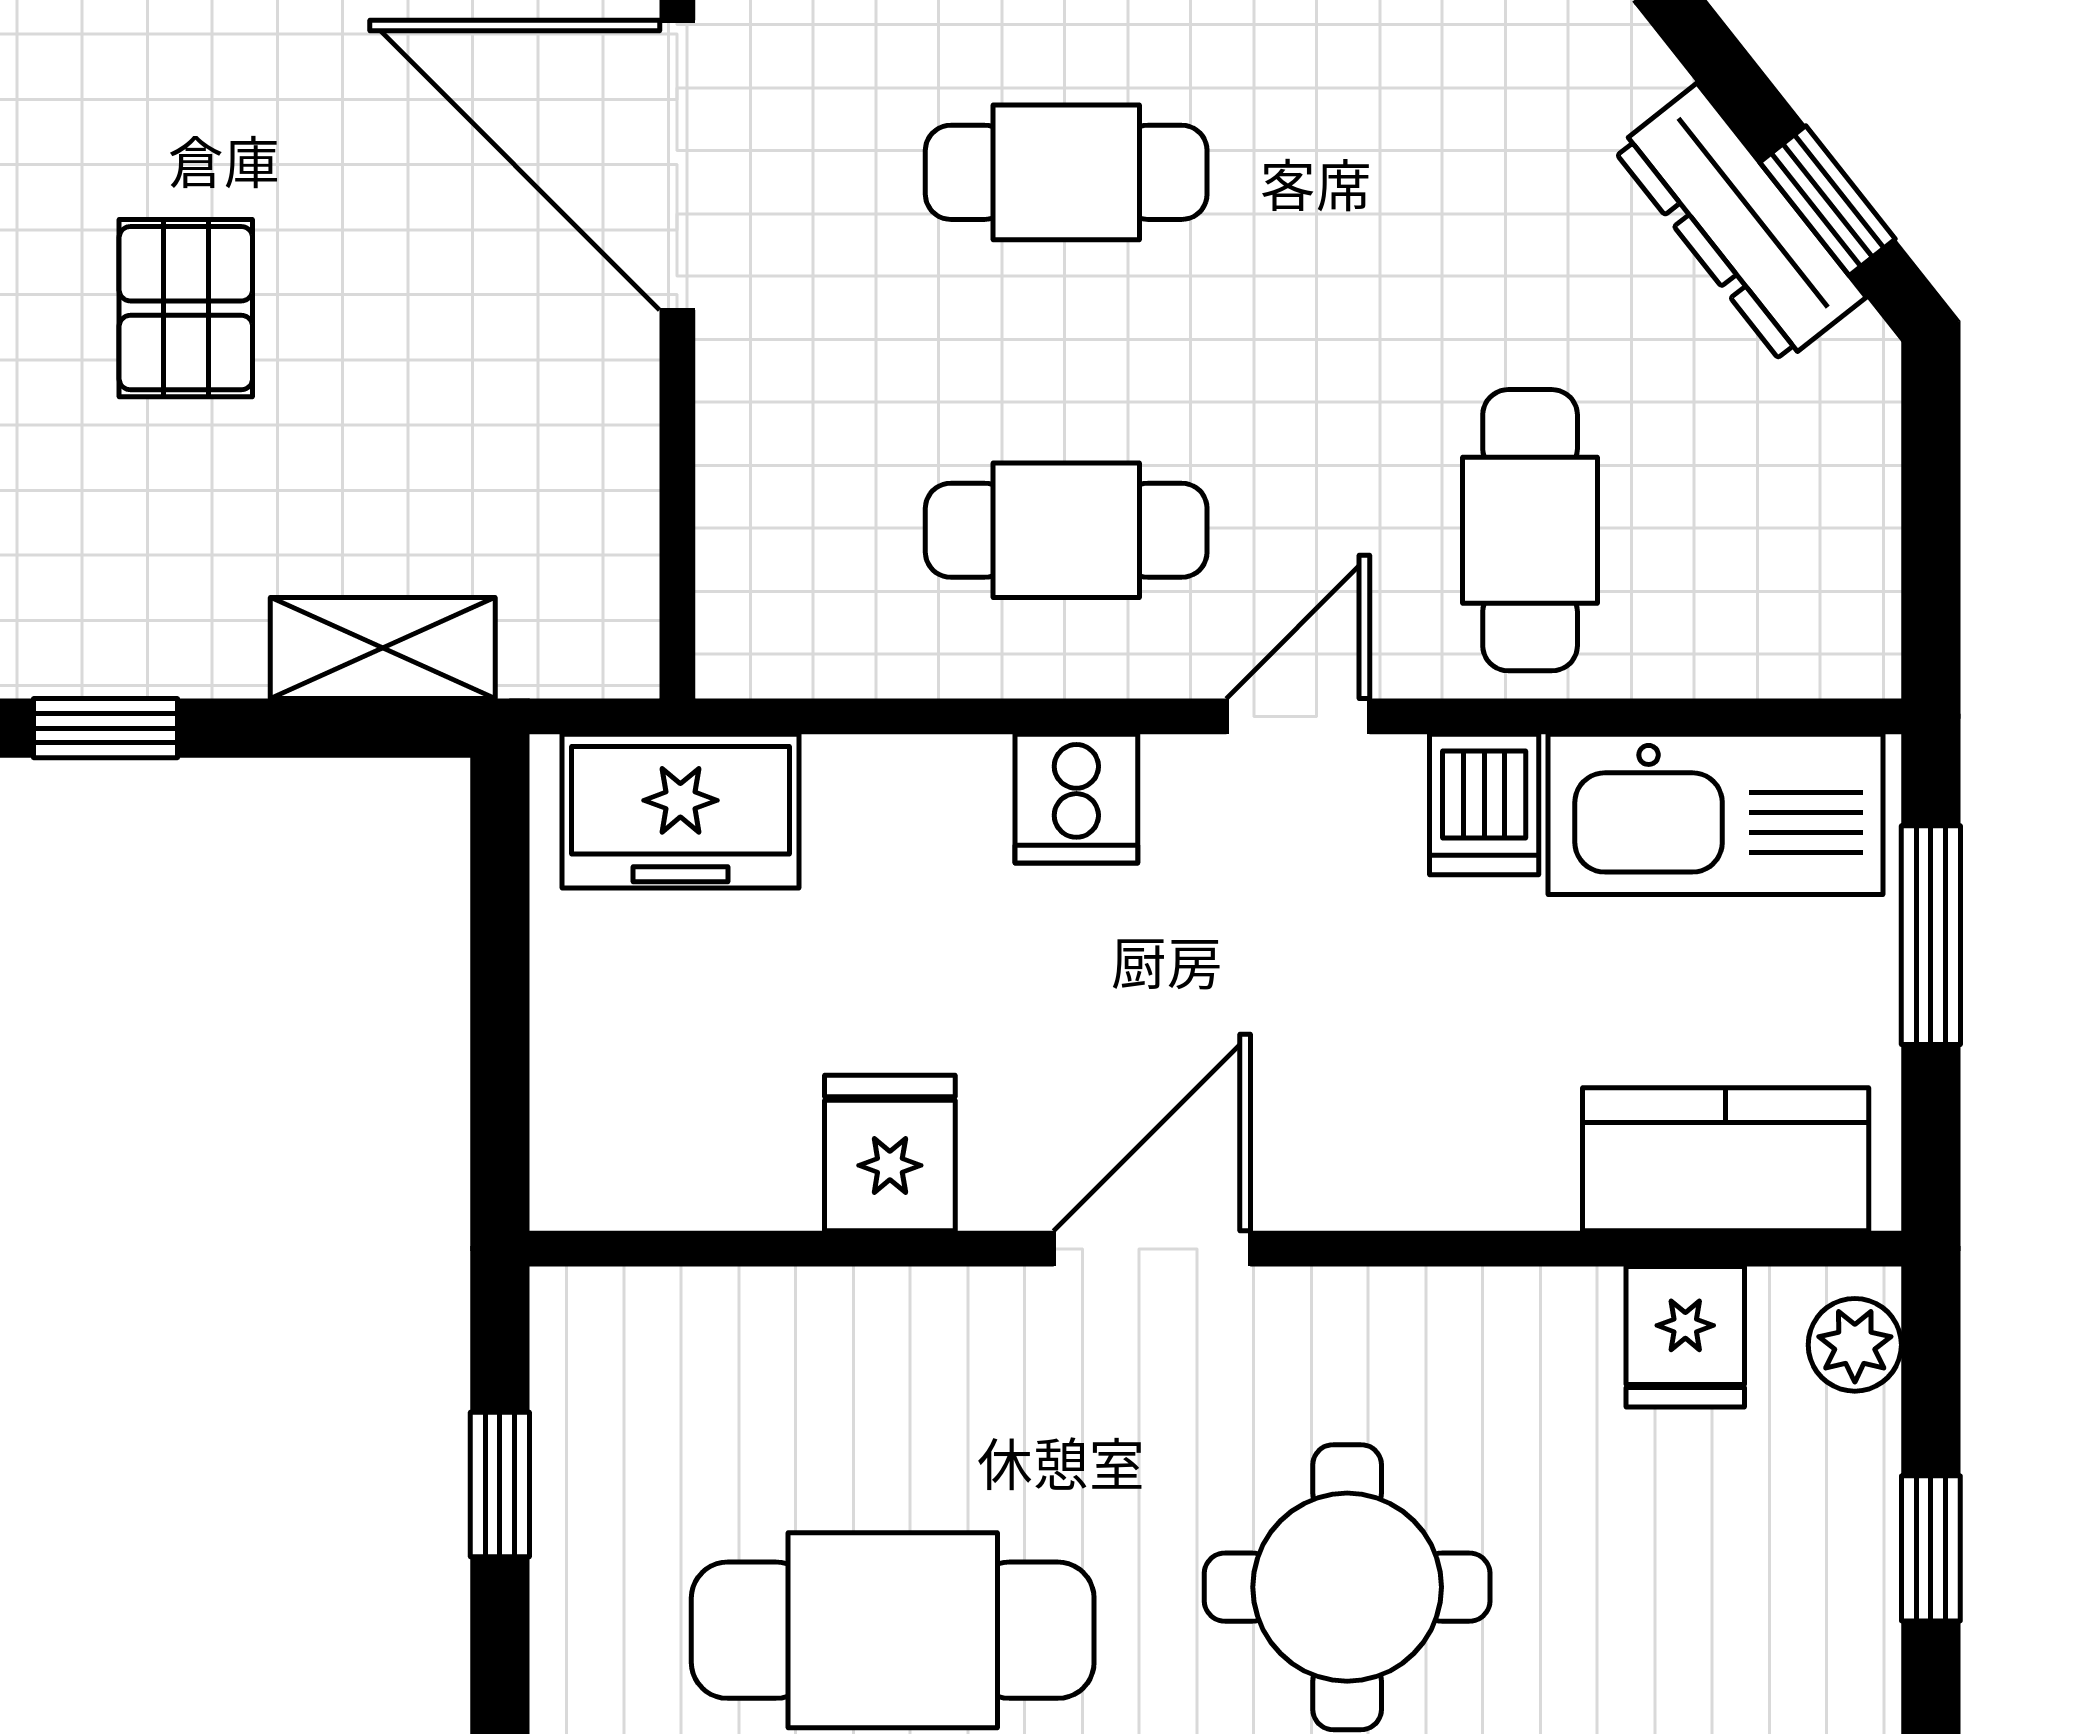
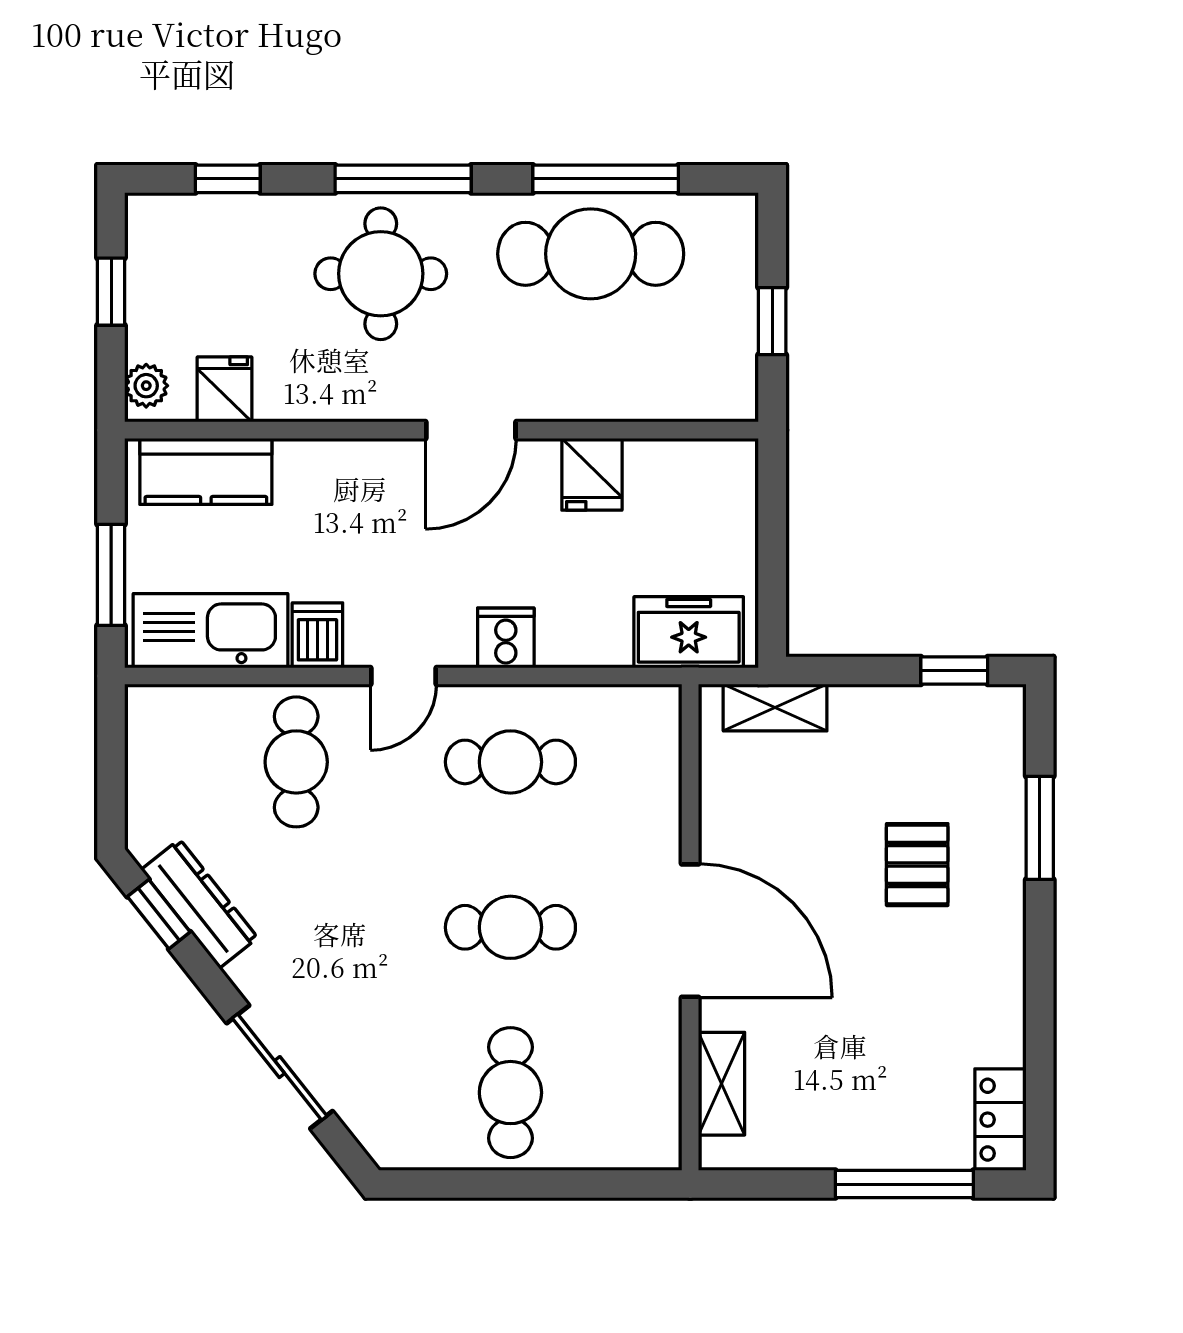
shelving: (383, 648) -> (775, 708), moved

